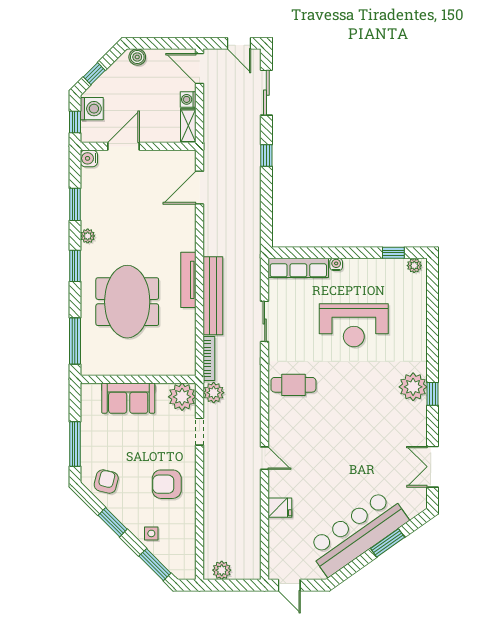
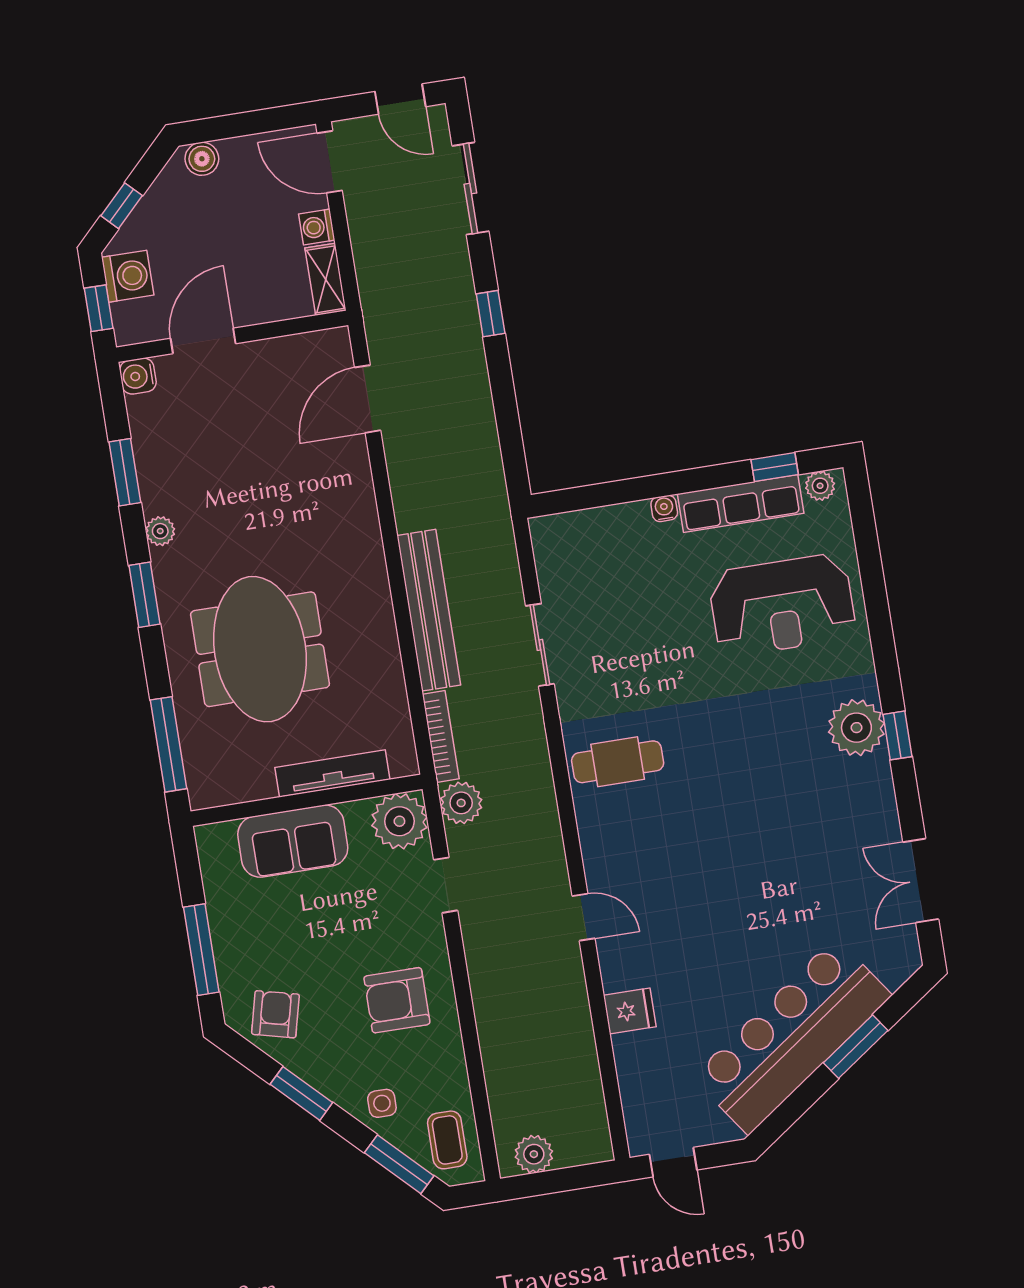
row of seats: (298, 268) -> (741, 503), moved
tv unit: (188, 280) -> (332, 773), moved, turned 90
reception desk: (354, 325) -> (782, 605), moved
coffee table: (180, 556) -> (447, 1140), added

